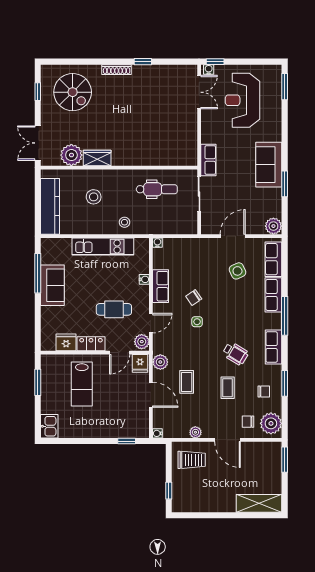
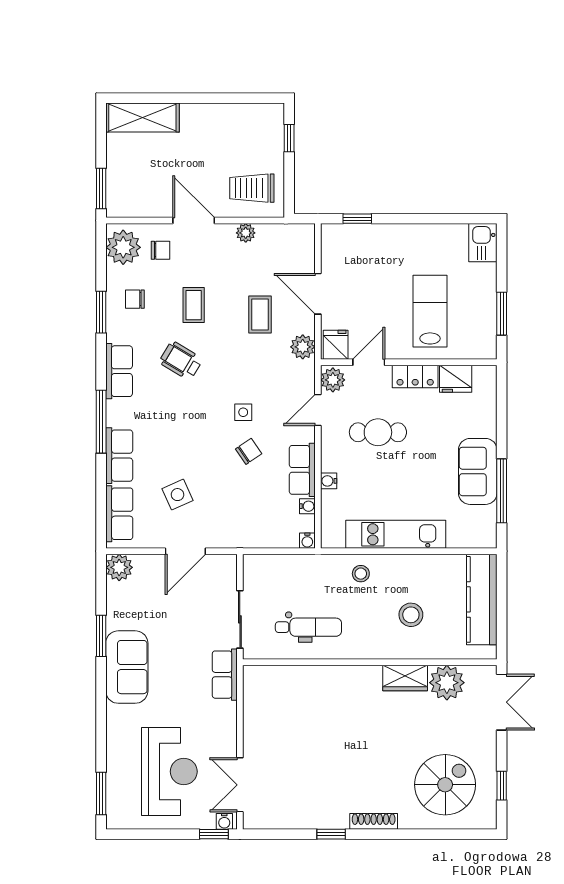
spiral stairs: (73, 92) -> (445, 785), turned 90
dental chair: (157, 189) -> (308, 627), turned 180
water cooler: (157, 433) -> (307, 506), moved

